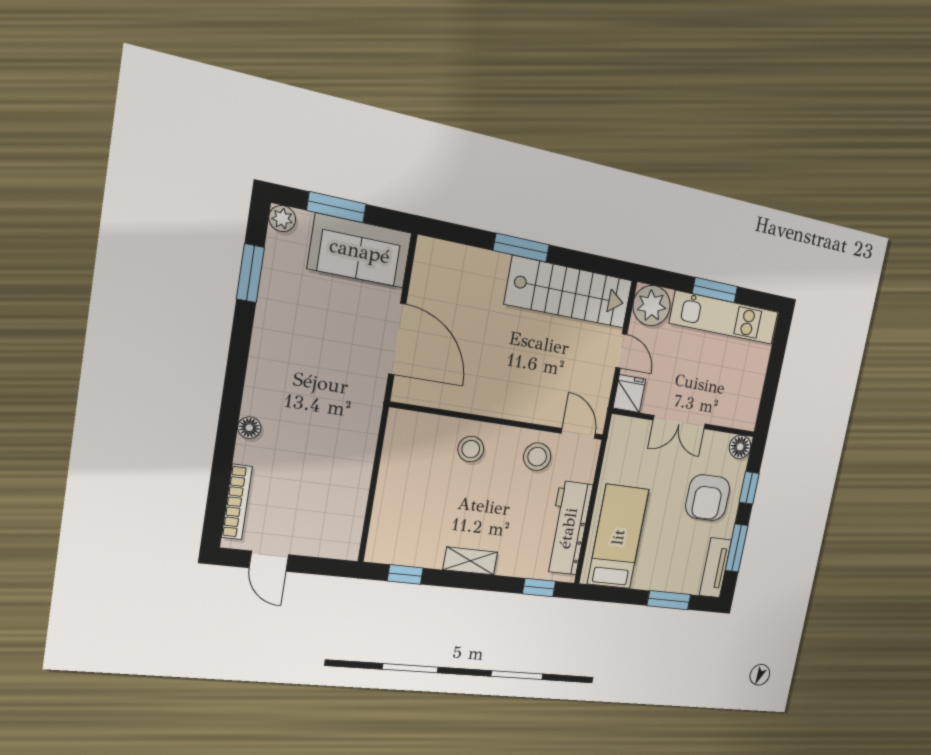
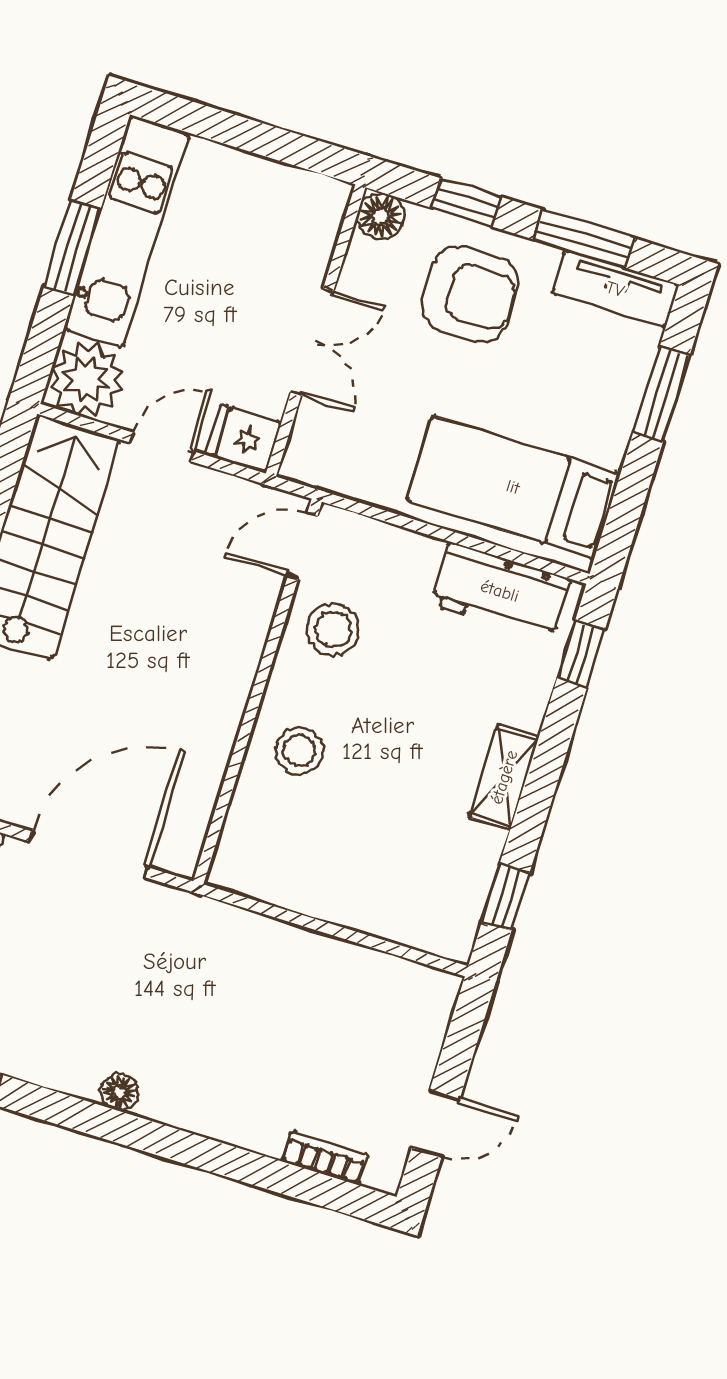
floor lamp: (249, 428) -> (120, 1092), moved
bookcase: (237, 502) -> (325, 1158), width x0.64
workbench: (568, 528) -> (500, 591), width x0.73

